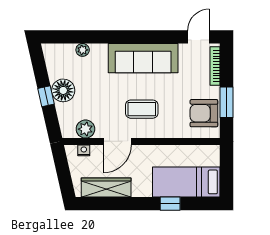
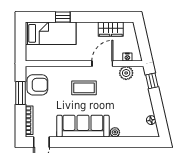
plant: (83, 50) -> (115, 132), moved
floor lamp: (63, 90) -> (151, 120), moved, width x0.53, depth x0.53
window: (46, 96) -> (152, 81), moved
wardrobe: (106, 188) -> (111, 29), width x0.67

